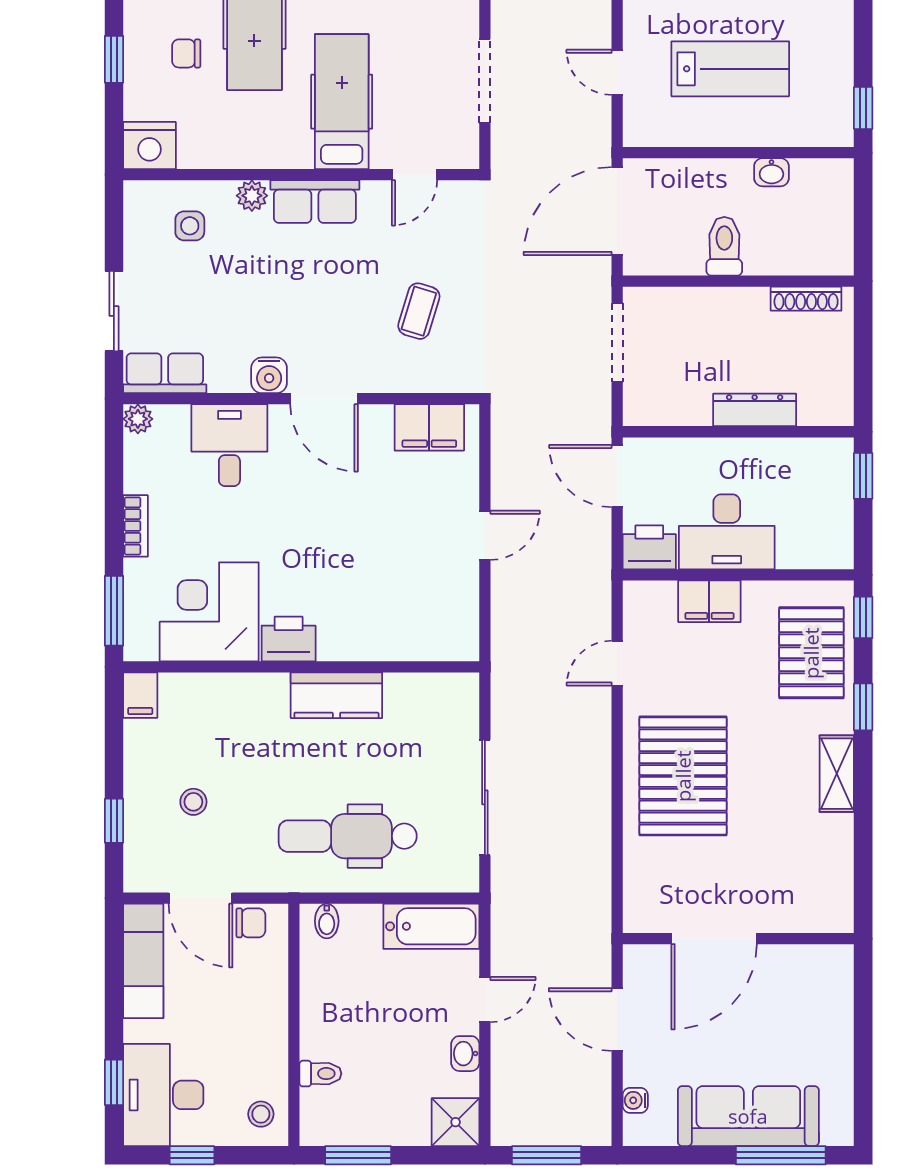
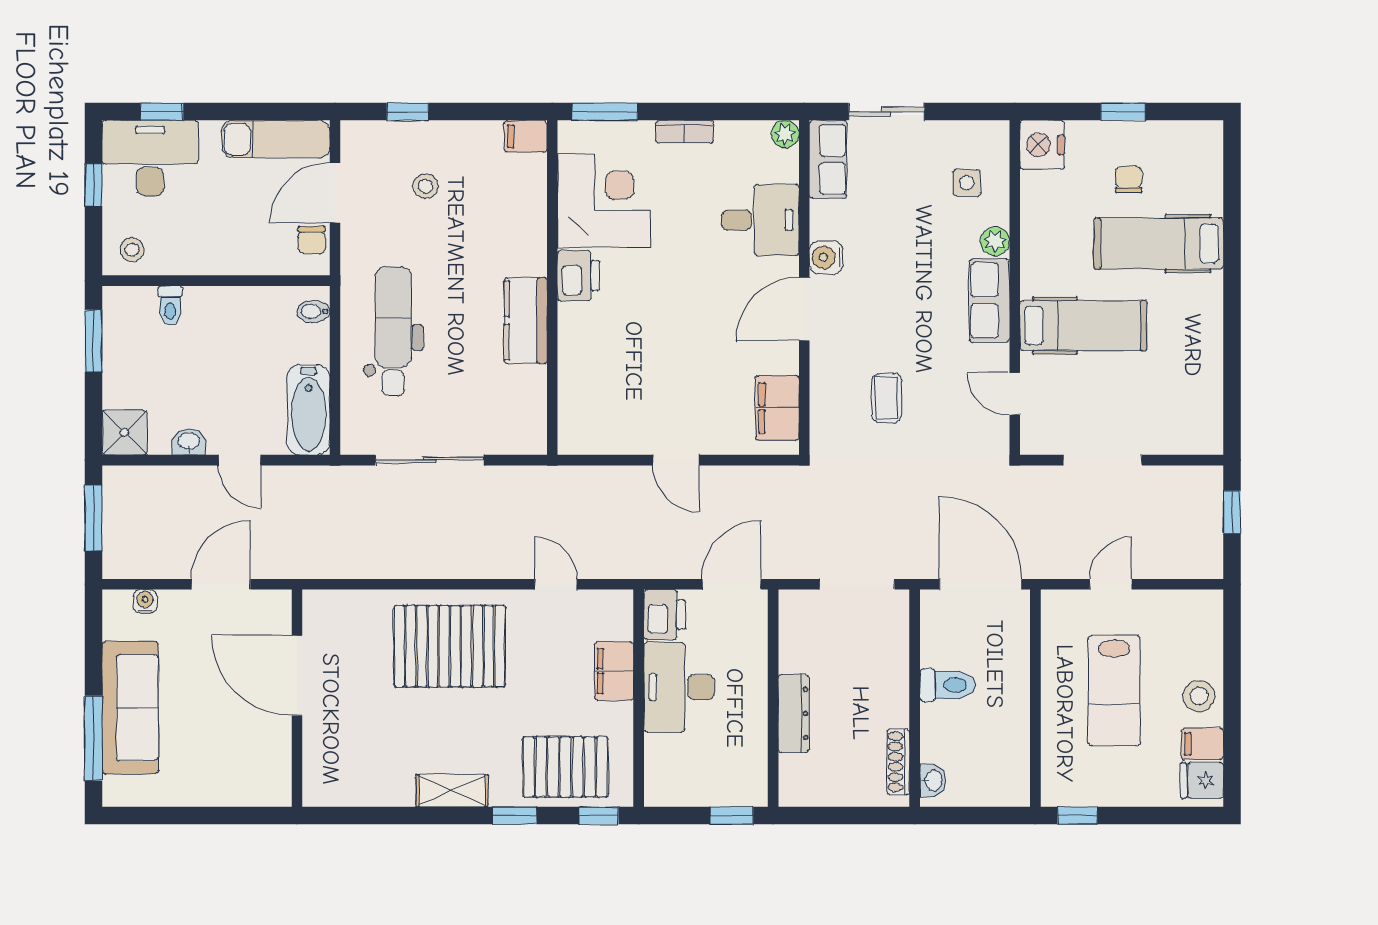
washbasin: (771, 172) -> (933, 780), moved, turned 180
coffee table: (419, 311) -> (886, 398), turned 73

